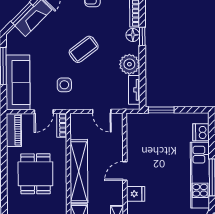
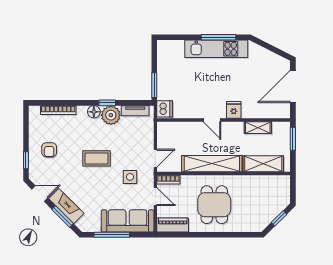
floor lamp: (133, 35) -> (94, 112), moved
window: (142, 36) -> (107, 103), moved
coffee table: (84, 49) -> (96, 158), turned -53
door: (102, 111) -> (155, 158), moved
dishwasher: (201, 132) -> (165, 109), moved, turned -90
dining table: (35, 174) -> (214, 205), turned 90

